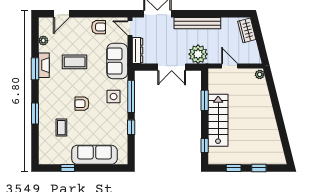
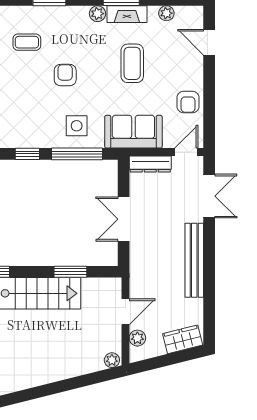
plant: (198, 54) -> (137, 338), moved, width x0.53, depth x0.53
plant: (44, 83) -> (97, 14), added

